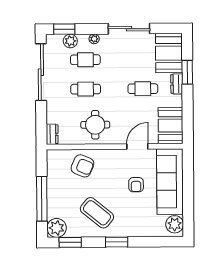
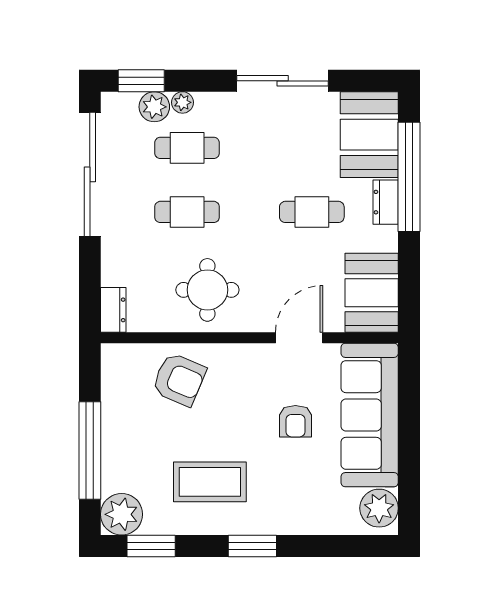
plant: (94, 39) -> (183, 102), moved
window: (187, 72) -> (409, 177), width x2.11
coffee table: (97, 213) -> (210, 482), turned -39

